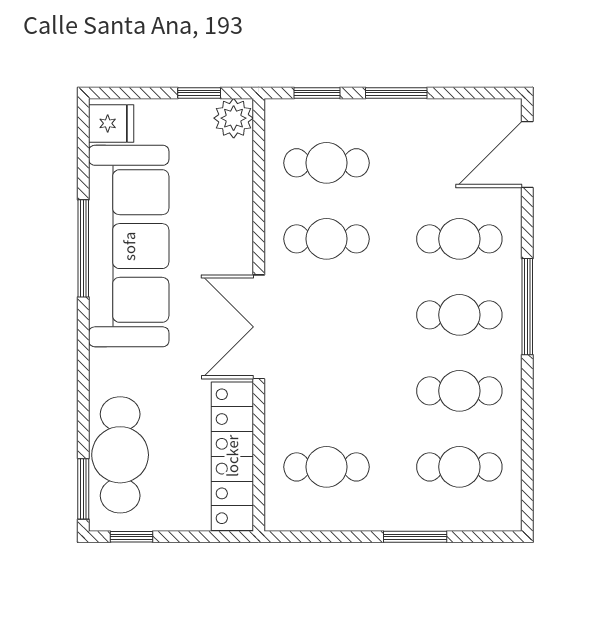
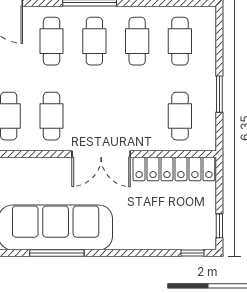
cafe table: (120, 455) -> (173, 232), removed
window: (83, 489) -> (192, 253), width x0.67
window: (415, 537) -> (219, 94), moved

